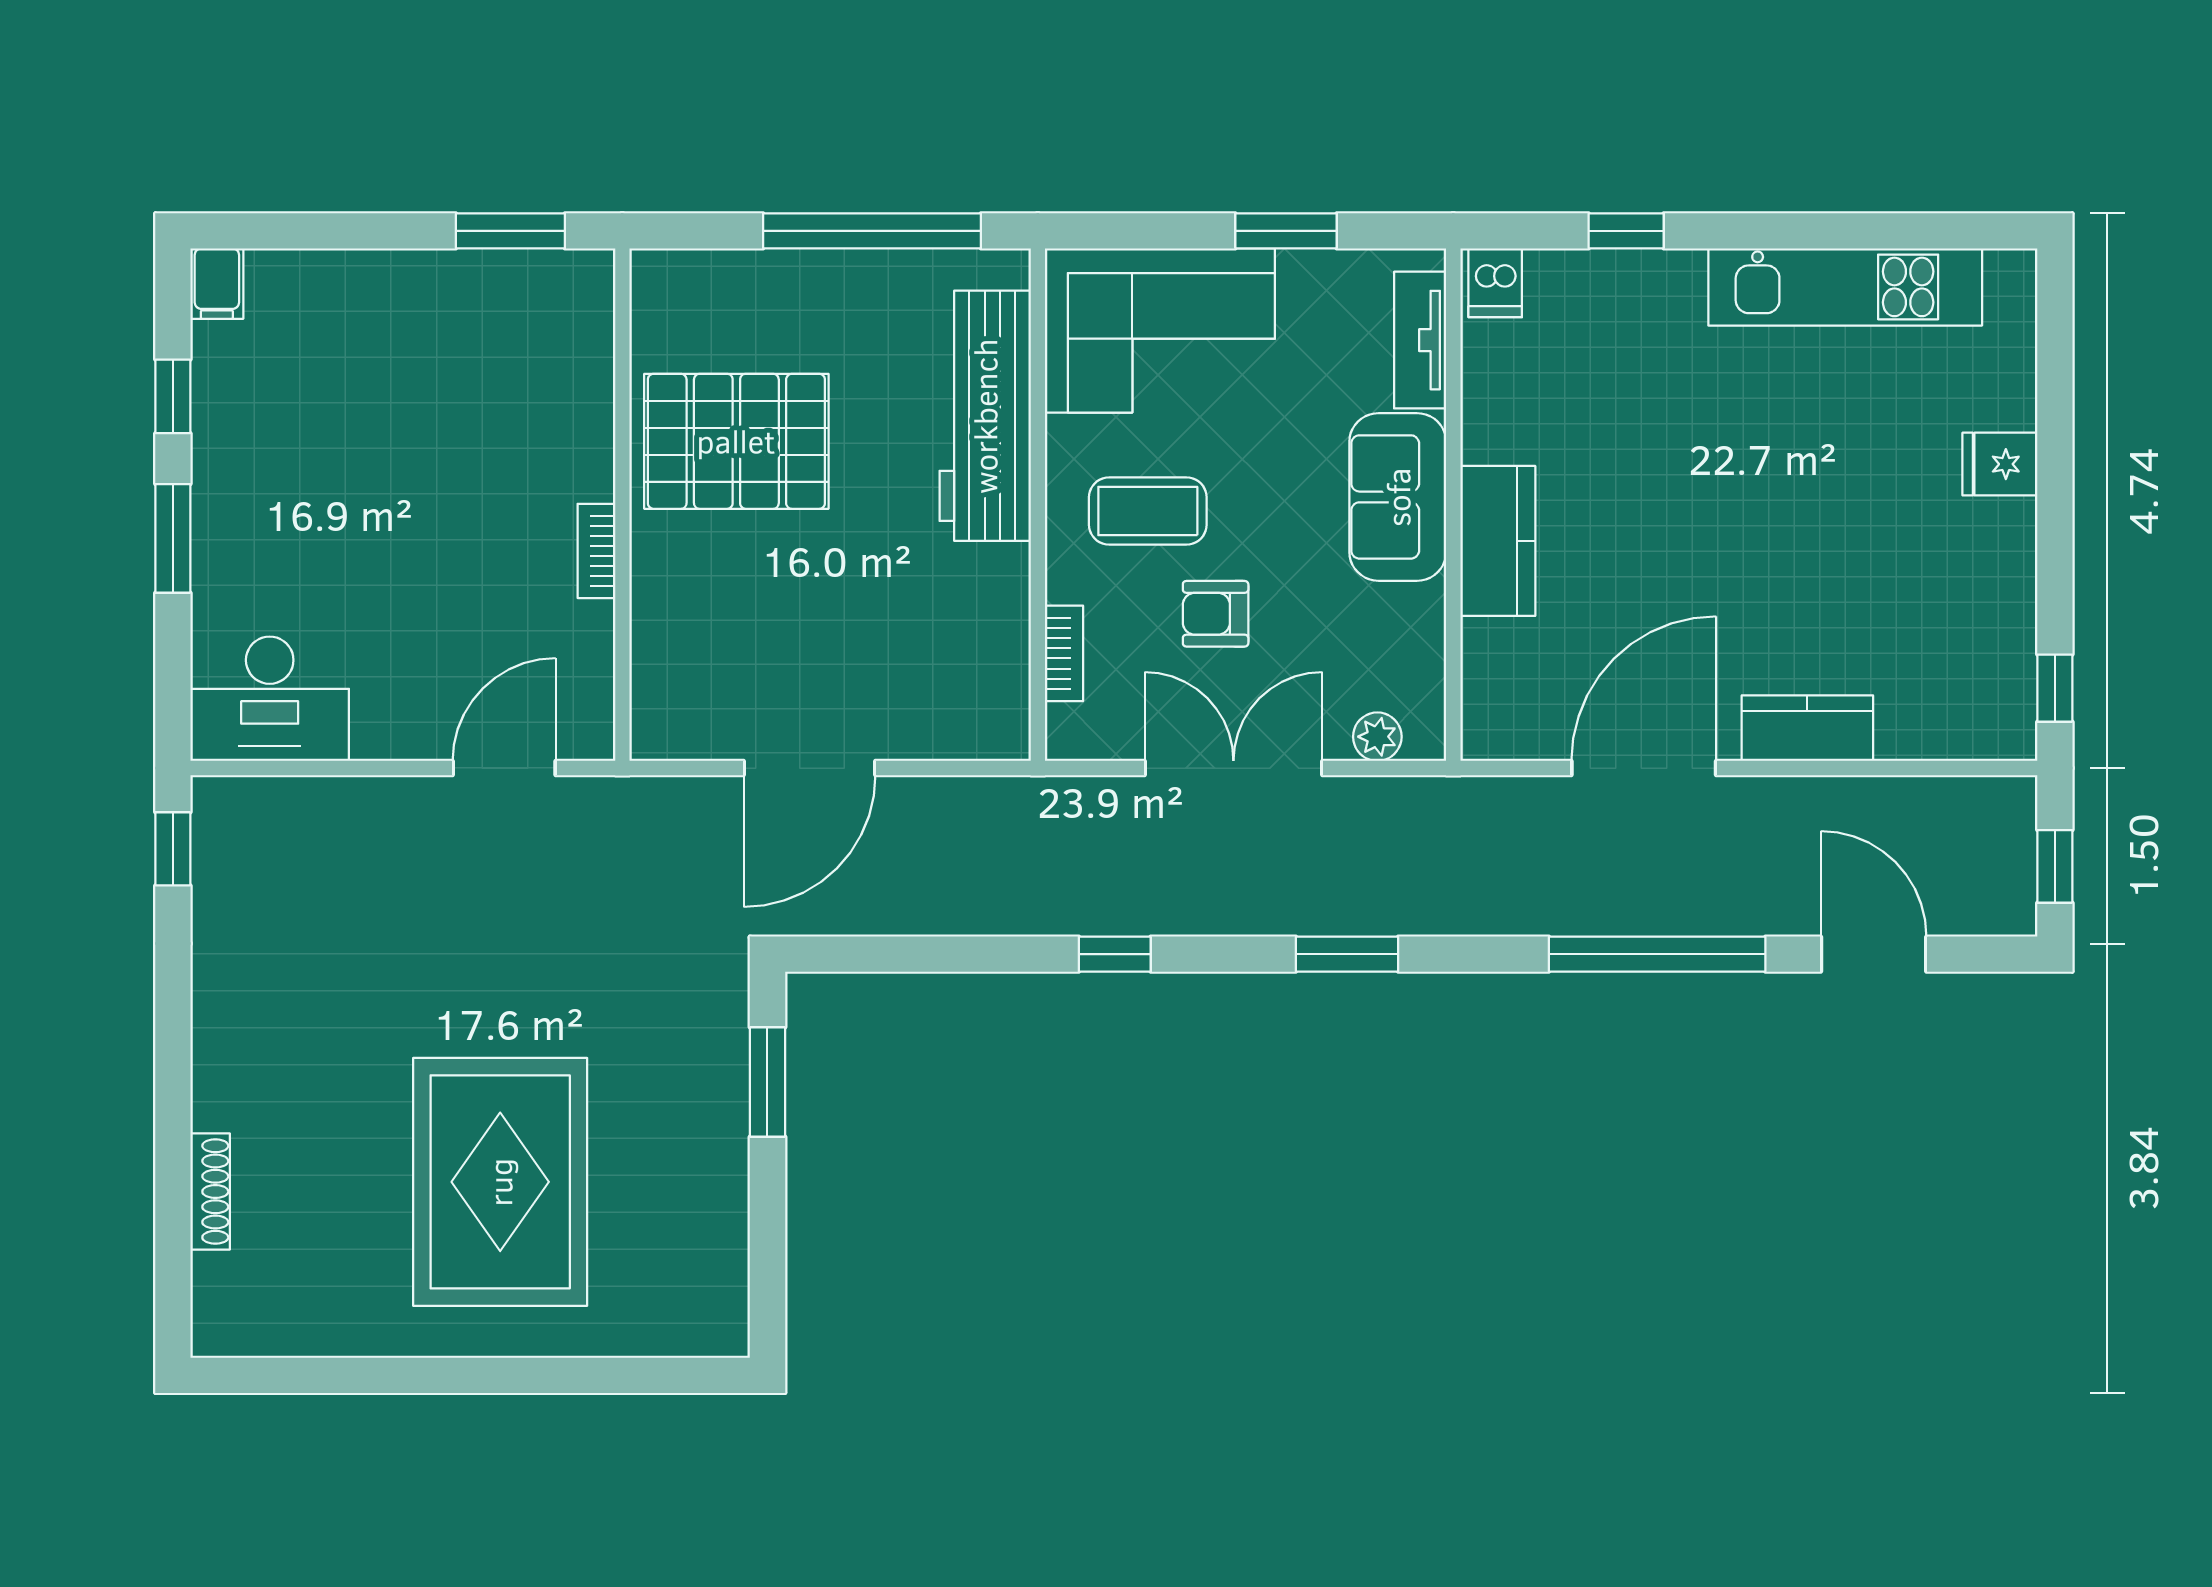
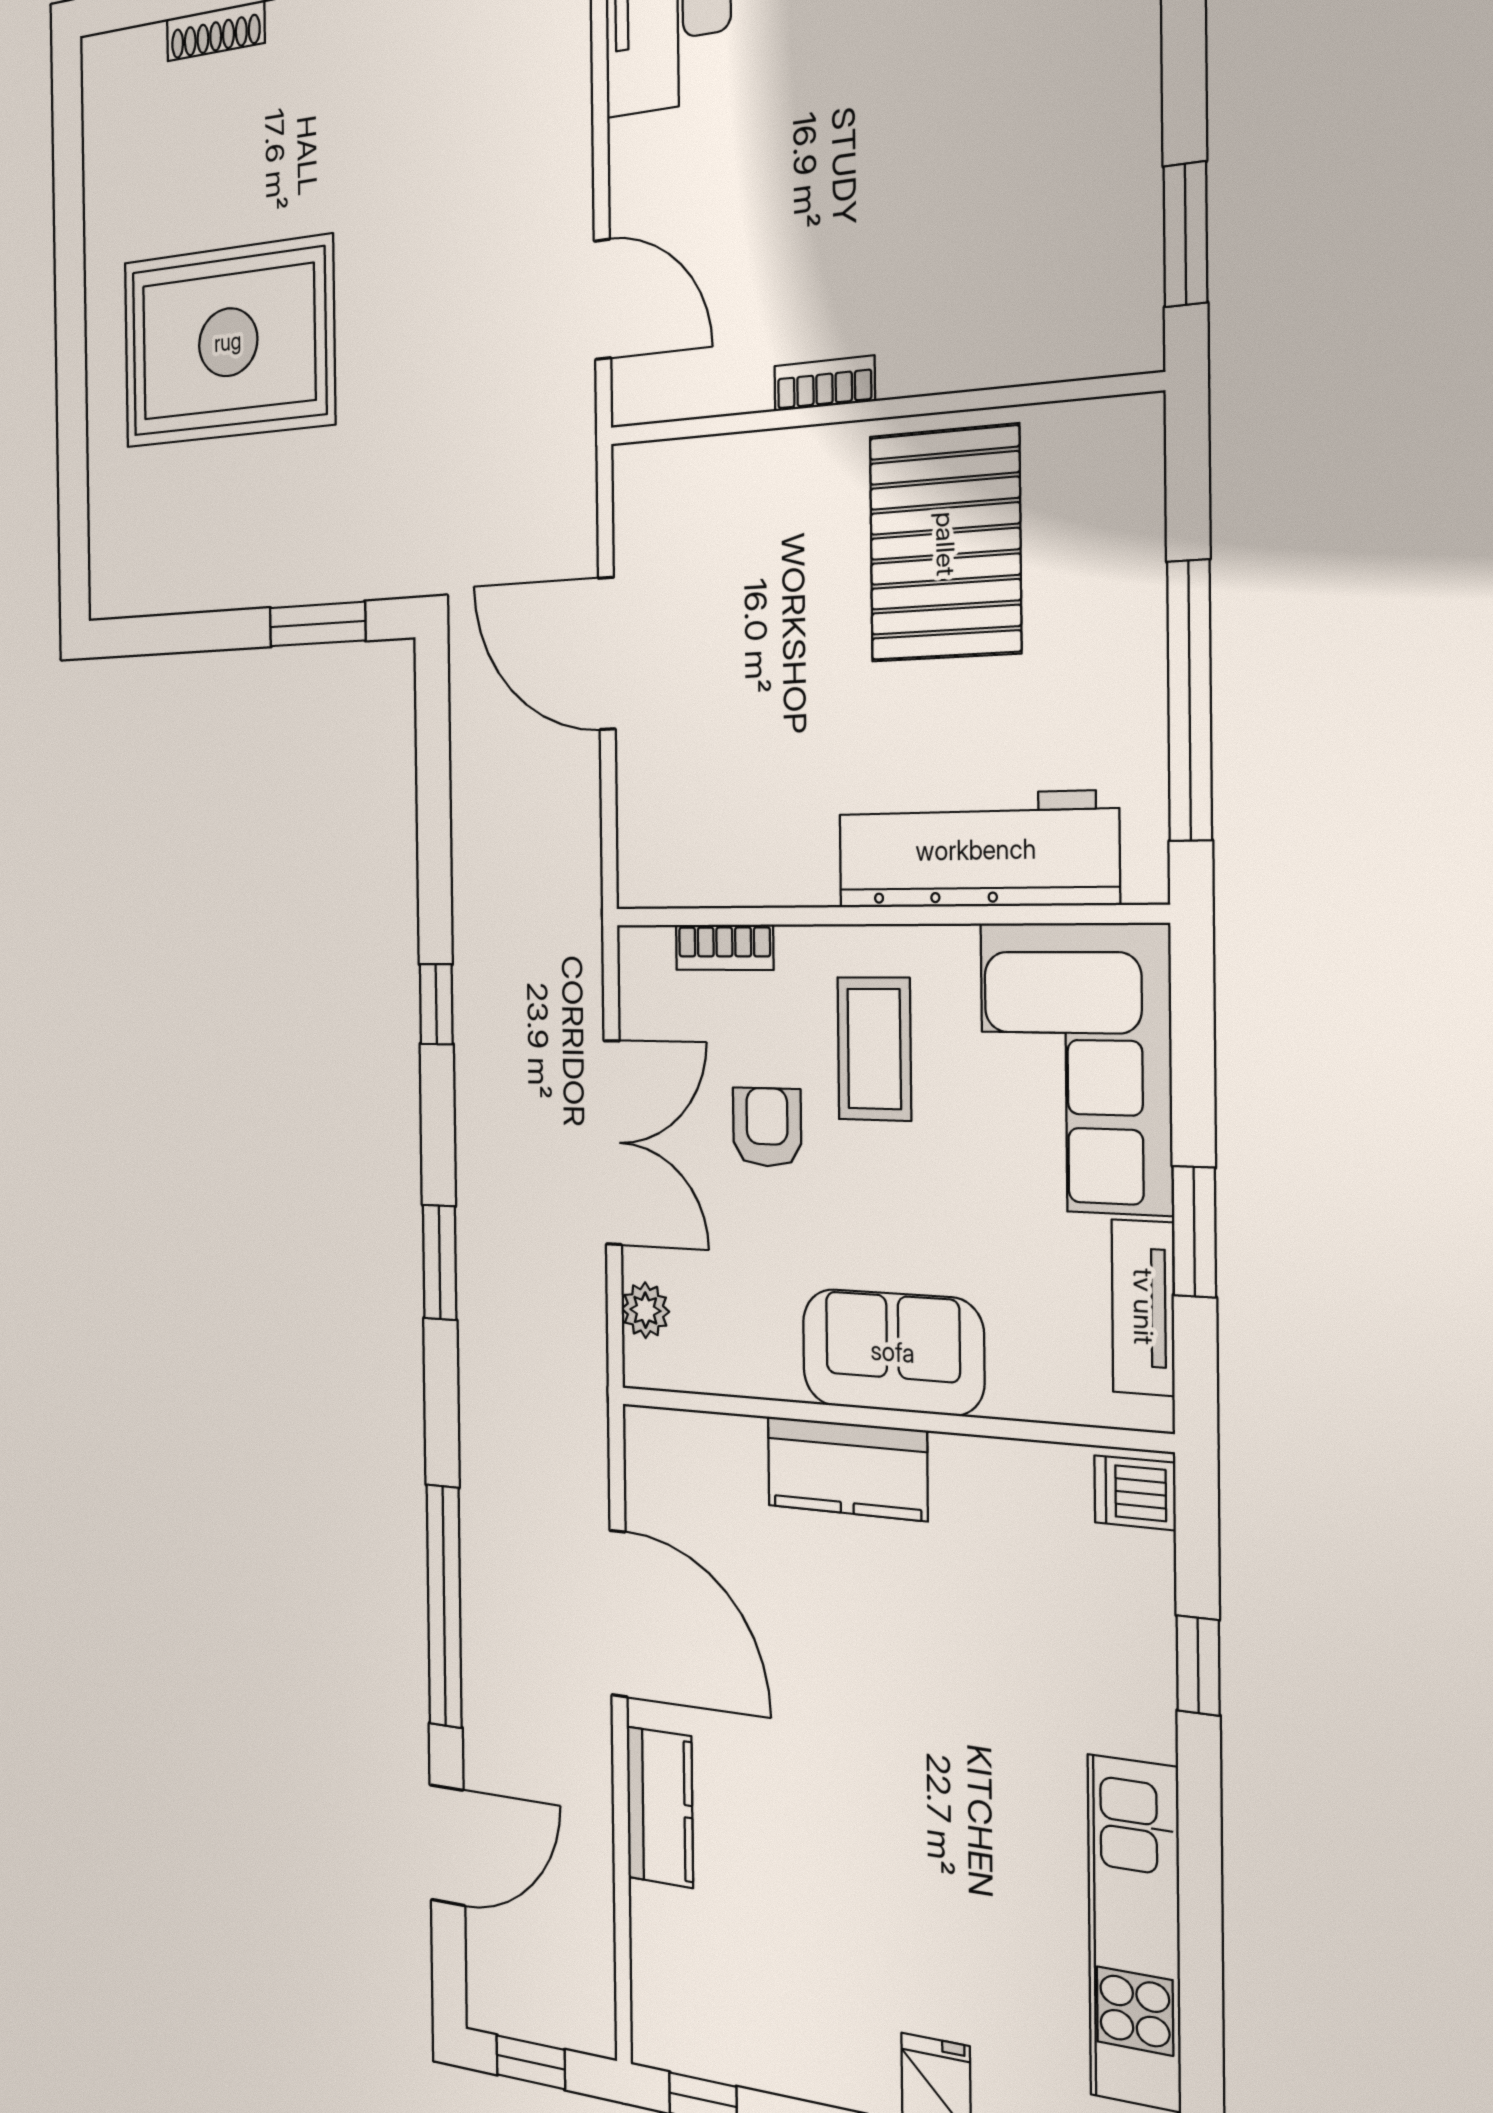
tv unit: (1420, 340) -> (1143, 1307), moved, turned -90

